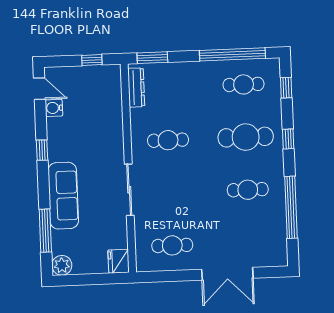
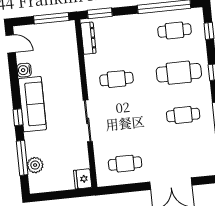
window: (92, 60) -> (51, 18), width x2.17
water cooler: (54, 108) -> (24, 70), moved
window: (42, 150) -> (18, 117), moved
sofa: (63, 196) -> (32, 104), moved
plant: (62, 265) -> (35, 165), moved

